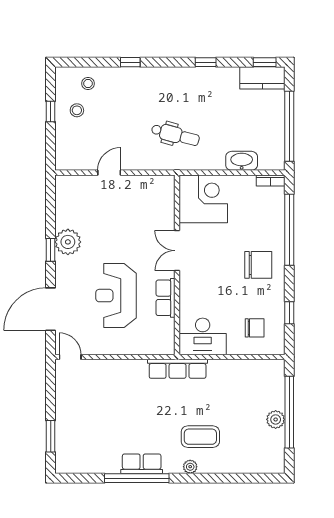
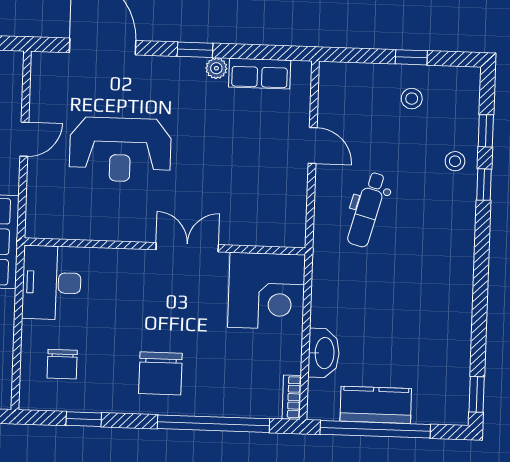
window: (206, 62) -> (486, 131), moved
kitchen counter: (262, 78) -> (376, 405), moved, turned 90
stool: (88, 84) -> (455, 161), moved
dental chair: (175, 135) -> (367, 210), moved
plant: (68, 242) -> (216, 68), width x0.53, depth x0.53
reception desk: (116, 296) -> (120, 150), turned 180
row of seats: (166, 298) -> (260, 74), moved, turned 180
door: (70, 357) -> (24, 139), moved

